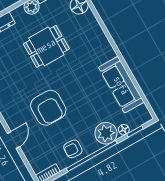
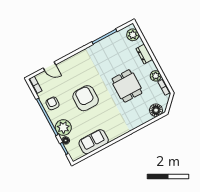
sofa: (121, 85) -> (94, 142), width x0.73
armchair: (48, 108) -> (86, 98), moved, turned 90
door: (13, 140) -> (49, 66), moved

